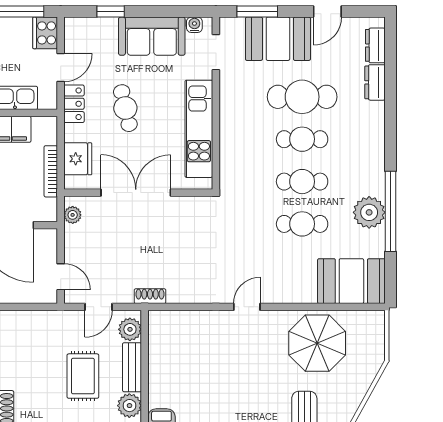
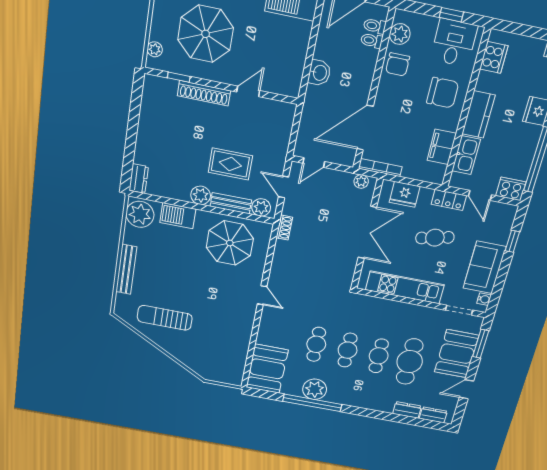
door: (327, 12) -> (466, 389), hinge flipped
bookcase: (51, 171) -> (380, 168), moved
parasol: (317, 343) -> (230, 243), moved

